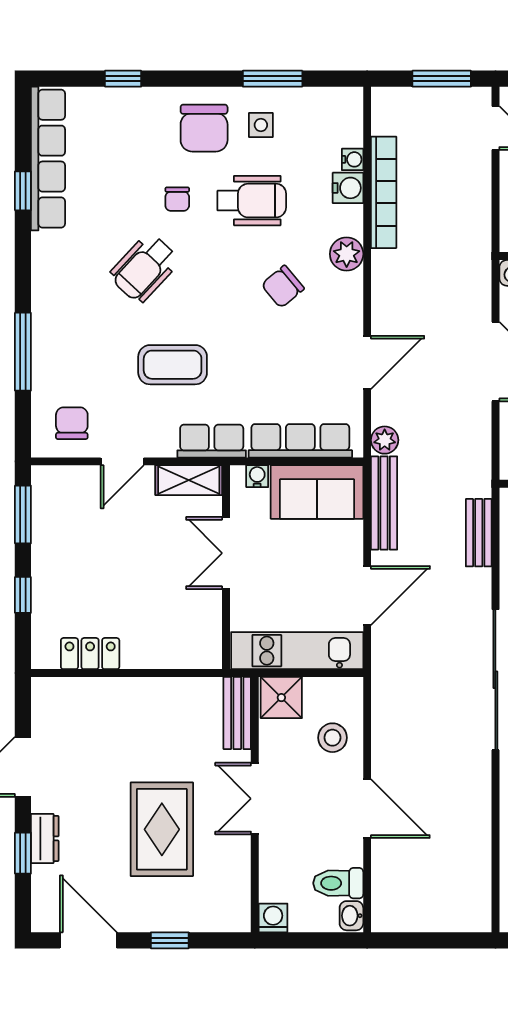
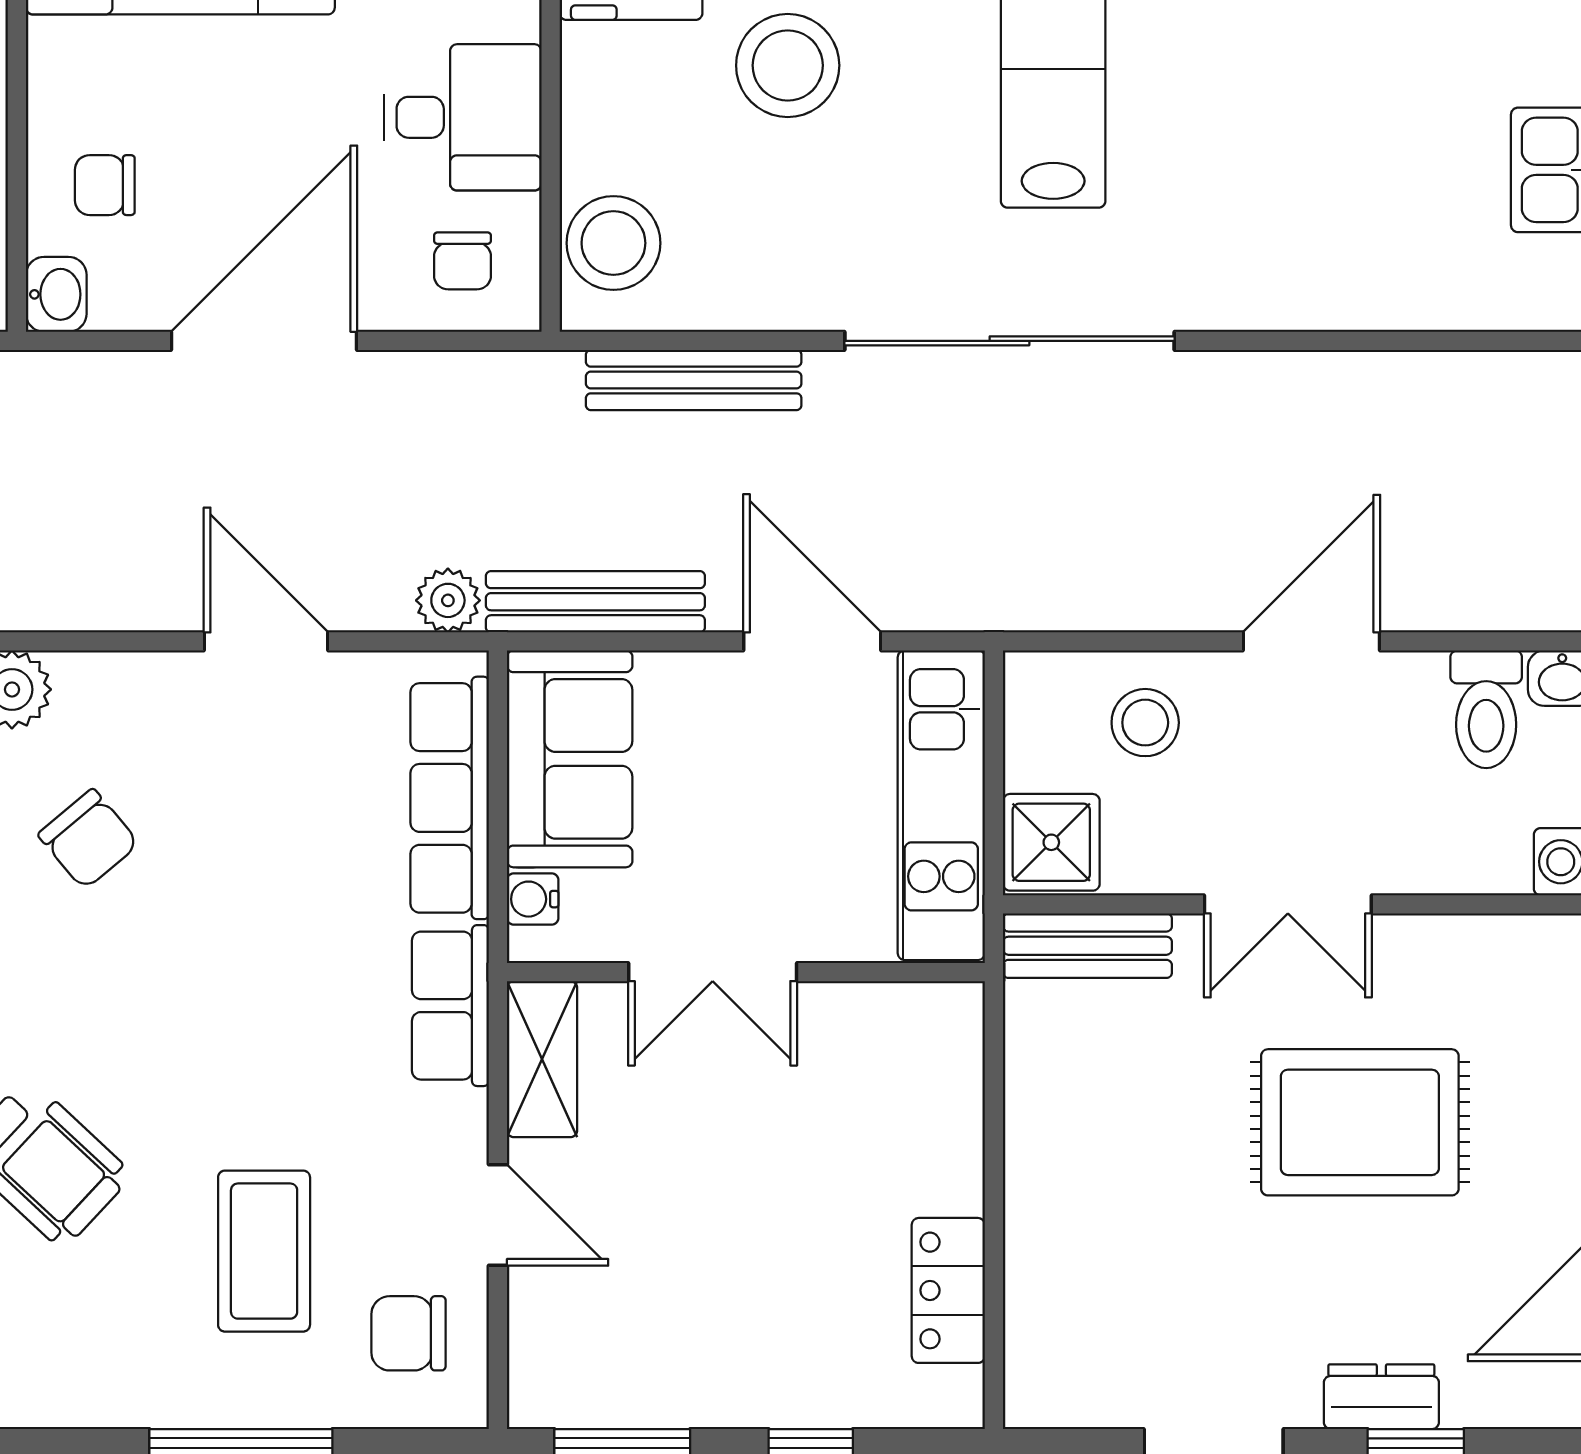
coffee table: (173, 365) -> (264, 1251), moved
bench: (479, 533) -> (694, 380), width x1.36

